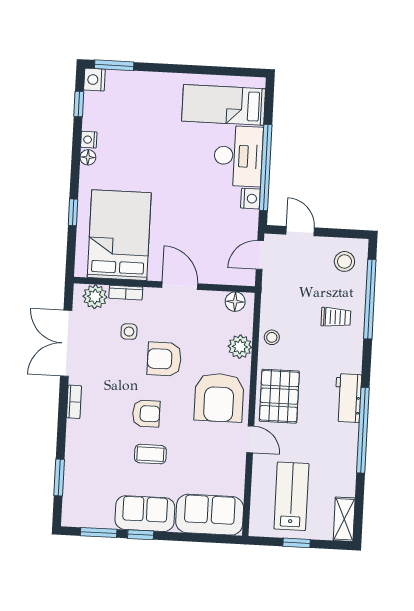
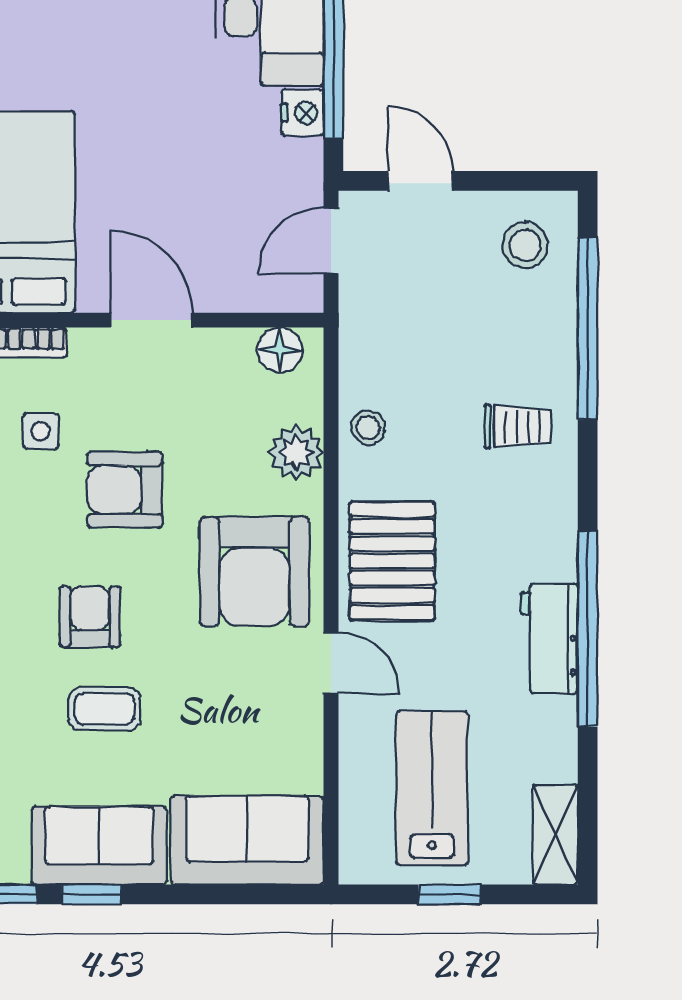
trolley: (336, 317) -> (518, 426), moved
workbench: (348, 398) -> (549, 639), moved
armchair: (146, 414) -> (90, 617), turned -90

